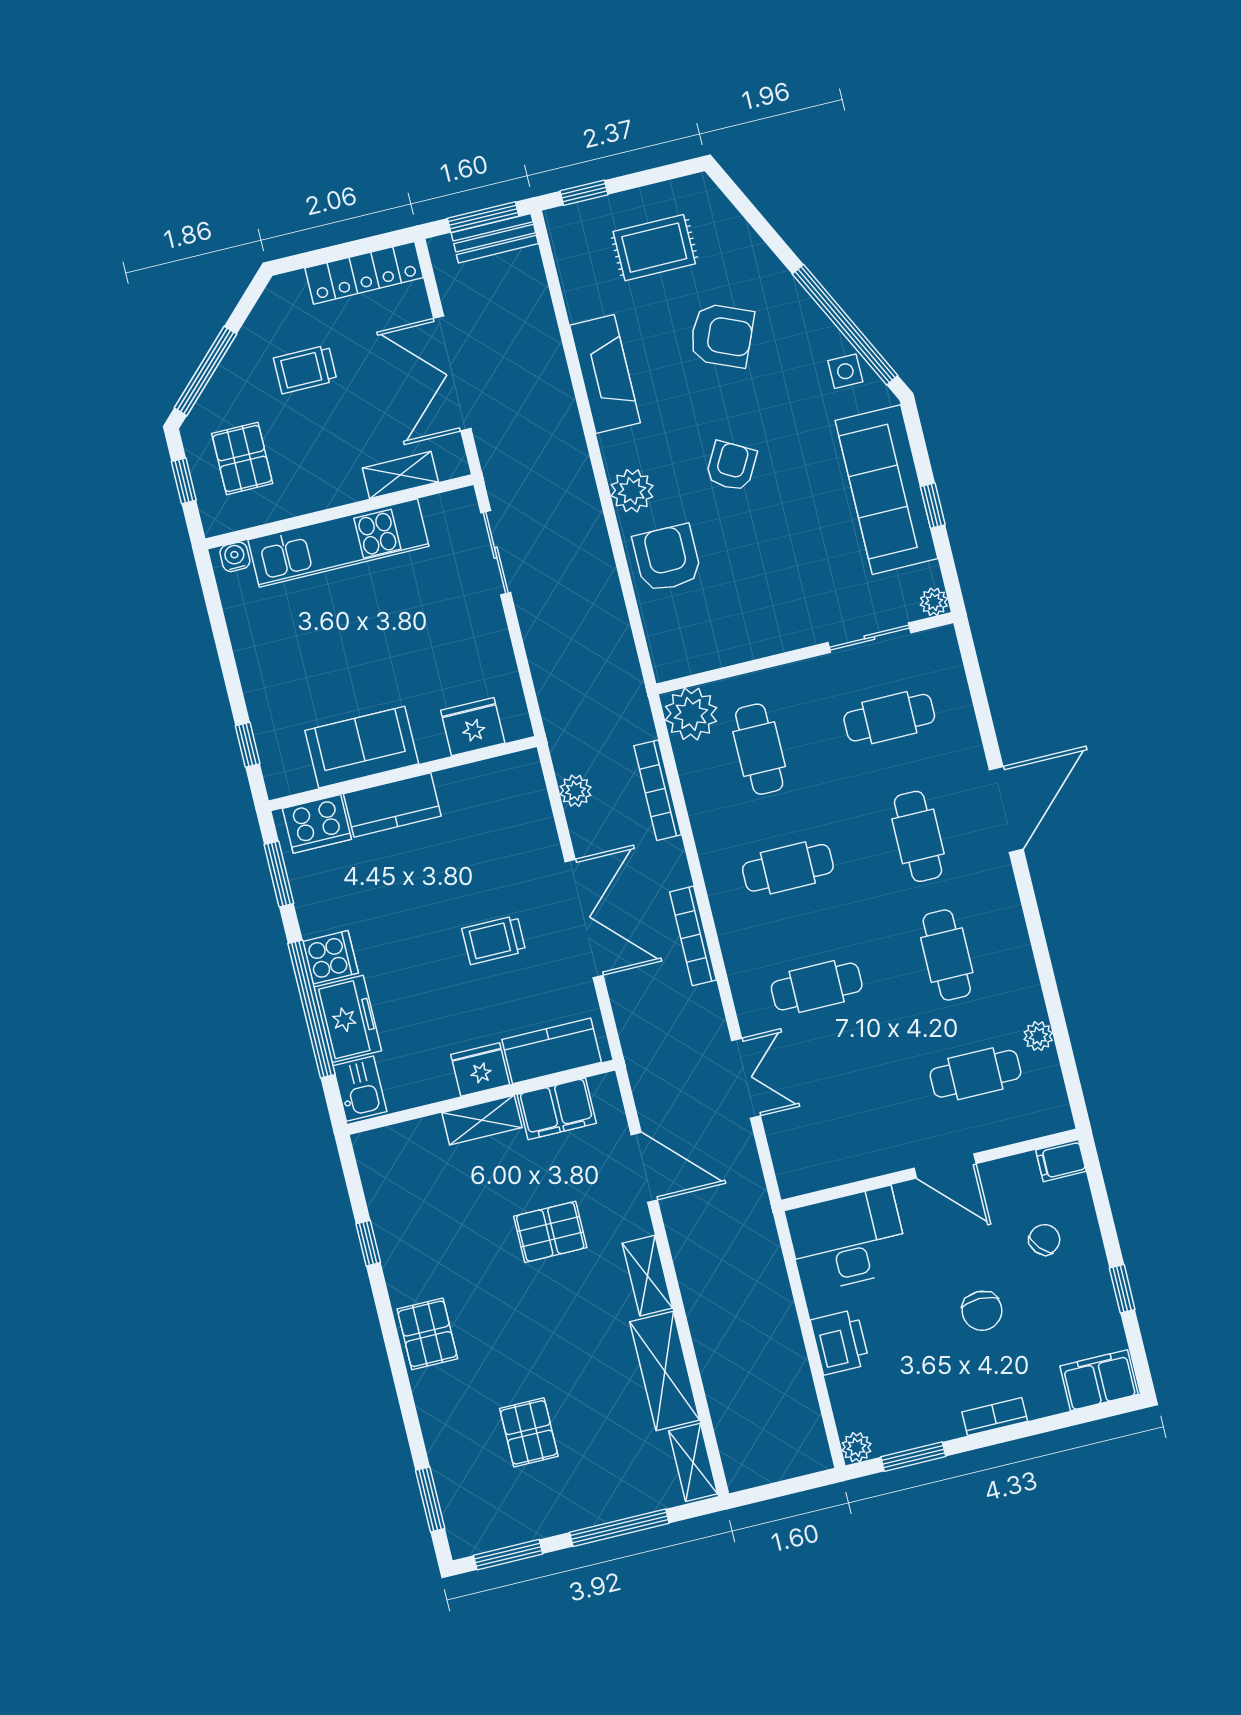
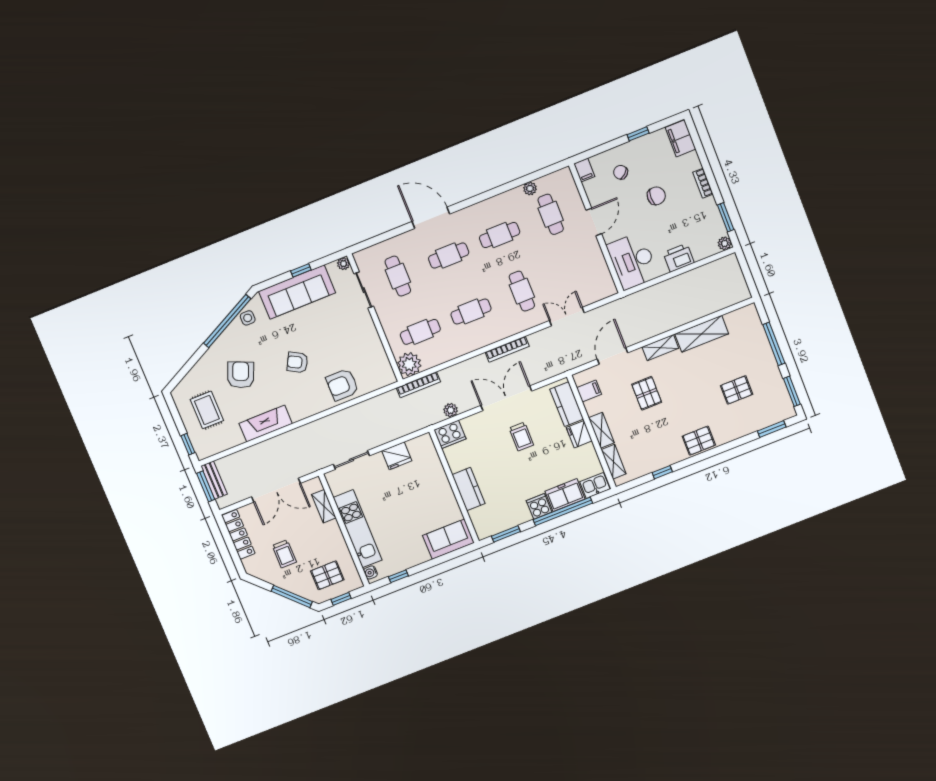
plant: (632, 491) -> (315, 404), removed
fridge: (473, 727) -> (397, 456), moved, turned -90
window: (248, 745) -> (398, 576), moved
sofa: (362, 747) -> (448, 539), moved, turned 90
bookcase: (658, 790) -> (418, 385), moved
cooker: (317, 824) -> (450, 434), moved, turned 90
cafe table: (788, 868) -> (471, 312), turned 90
filing cabinet: (557, 1109) -> (589, 391), width x0.50
shelving: (693, 1462) -> (614, 462), moved, turned 90

